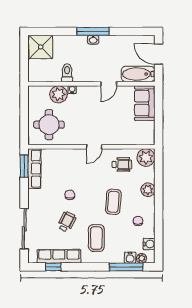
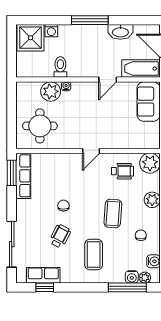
washbasin: (93, 40) -> (120, 32), moved, width x1.91, depth x1.45
washing machine: (59, 41) -> (51, 31), added
row of seats: (59, 256) -> (43, 275), width x0.68

